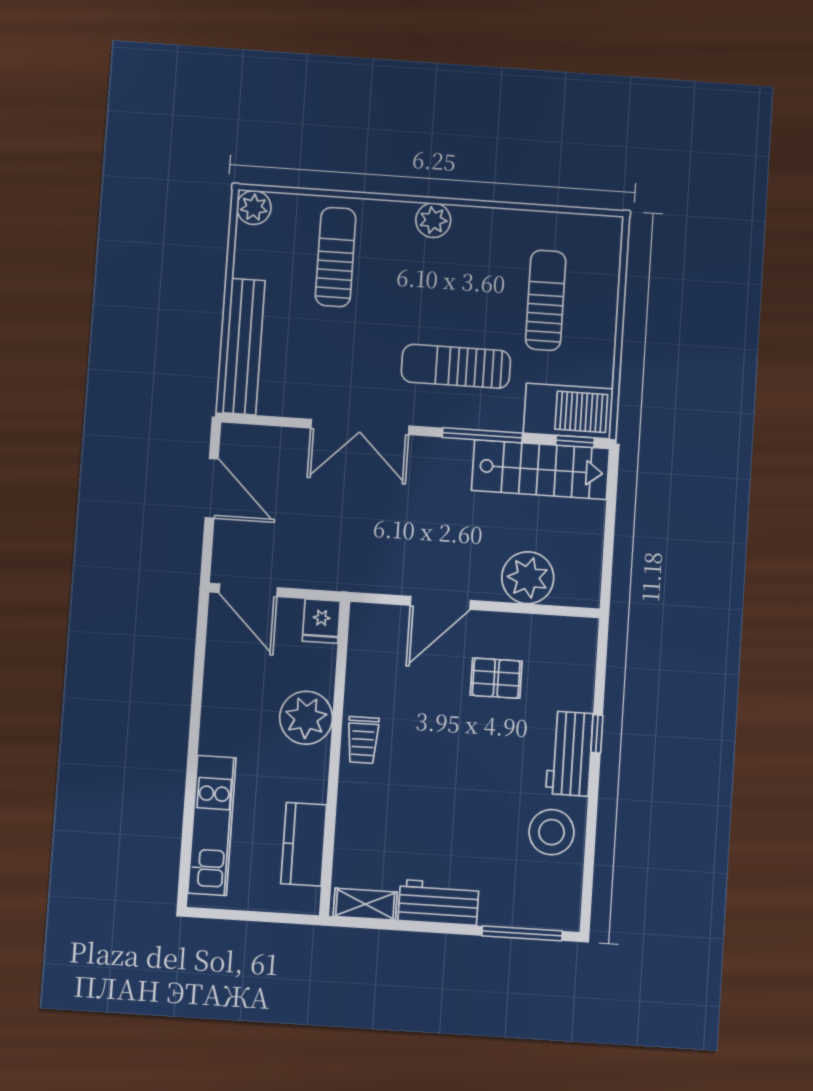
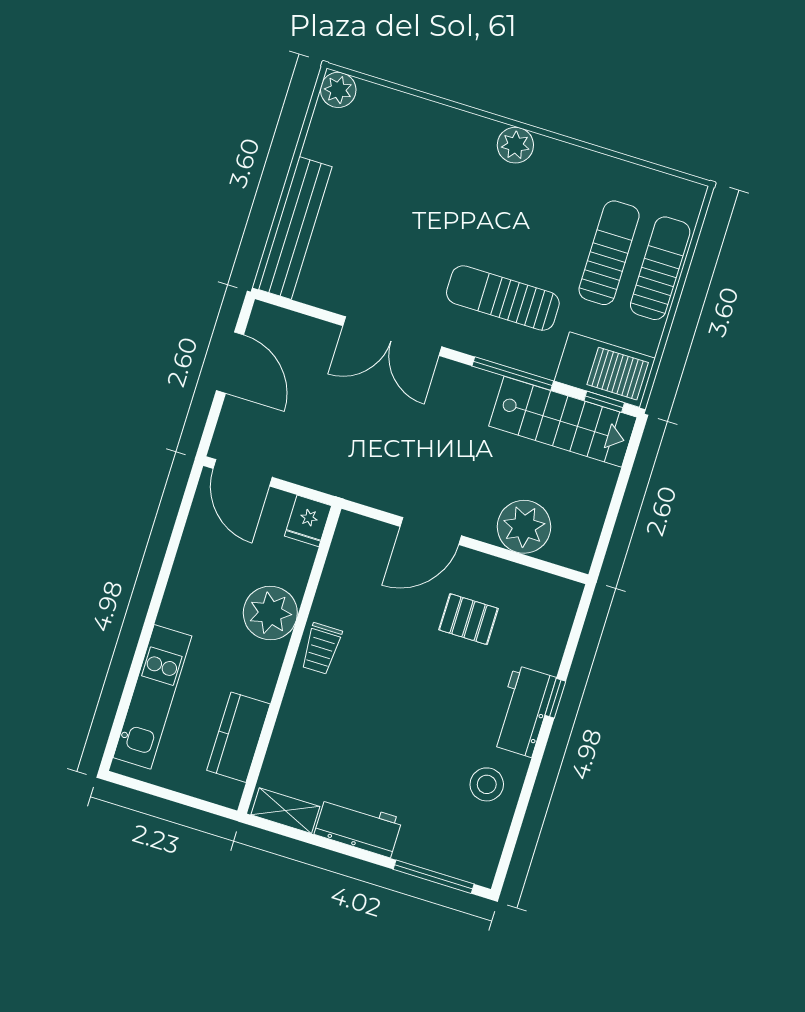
sun lounger: (336, 257) -> (660, 268), moved
stool: (552, 832) -> (487, 784), width x0.73, depth x0.73

